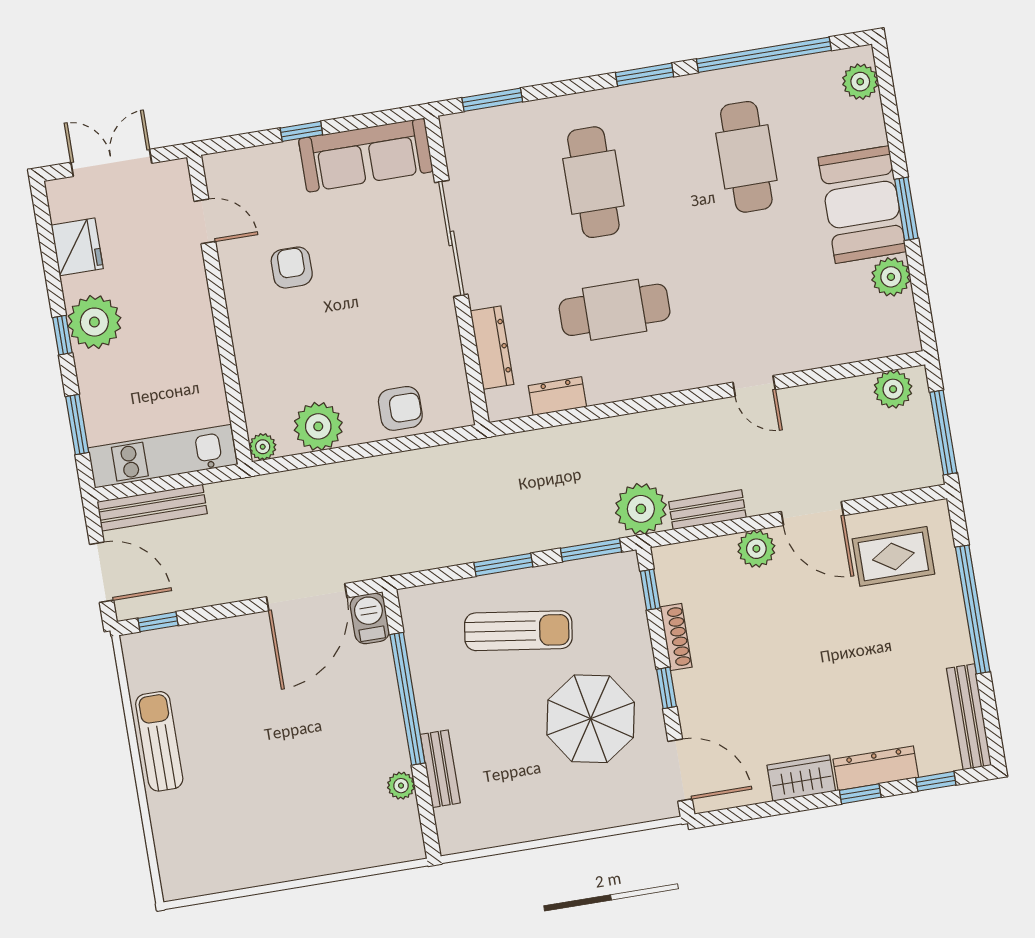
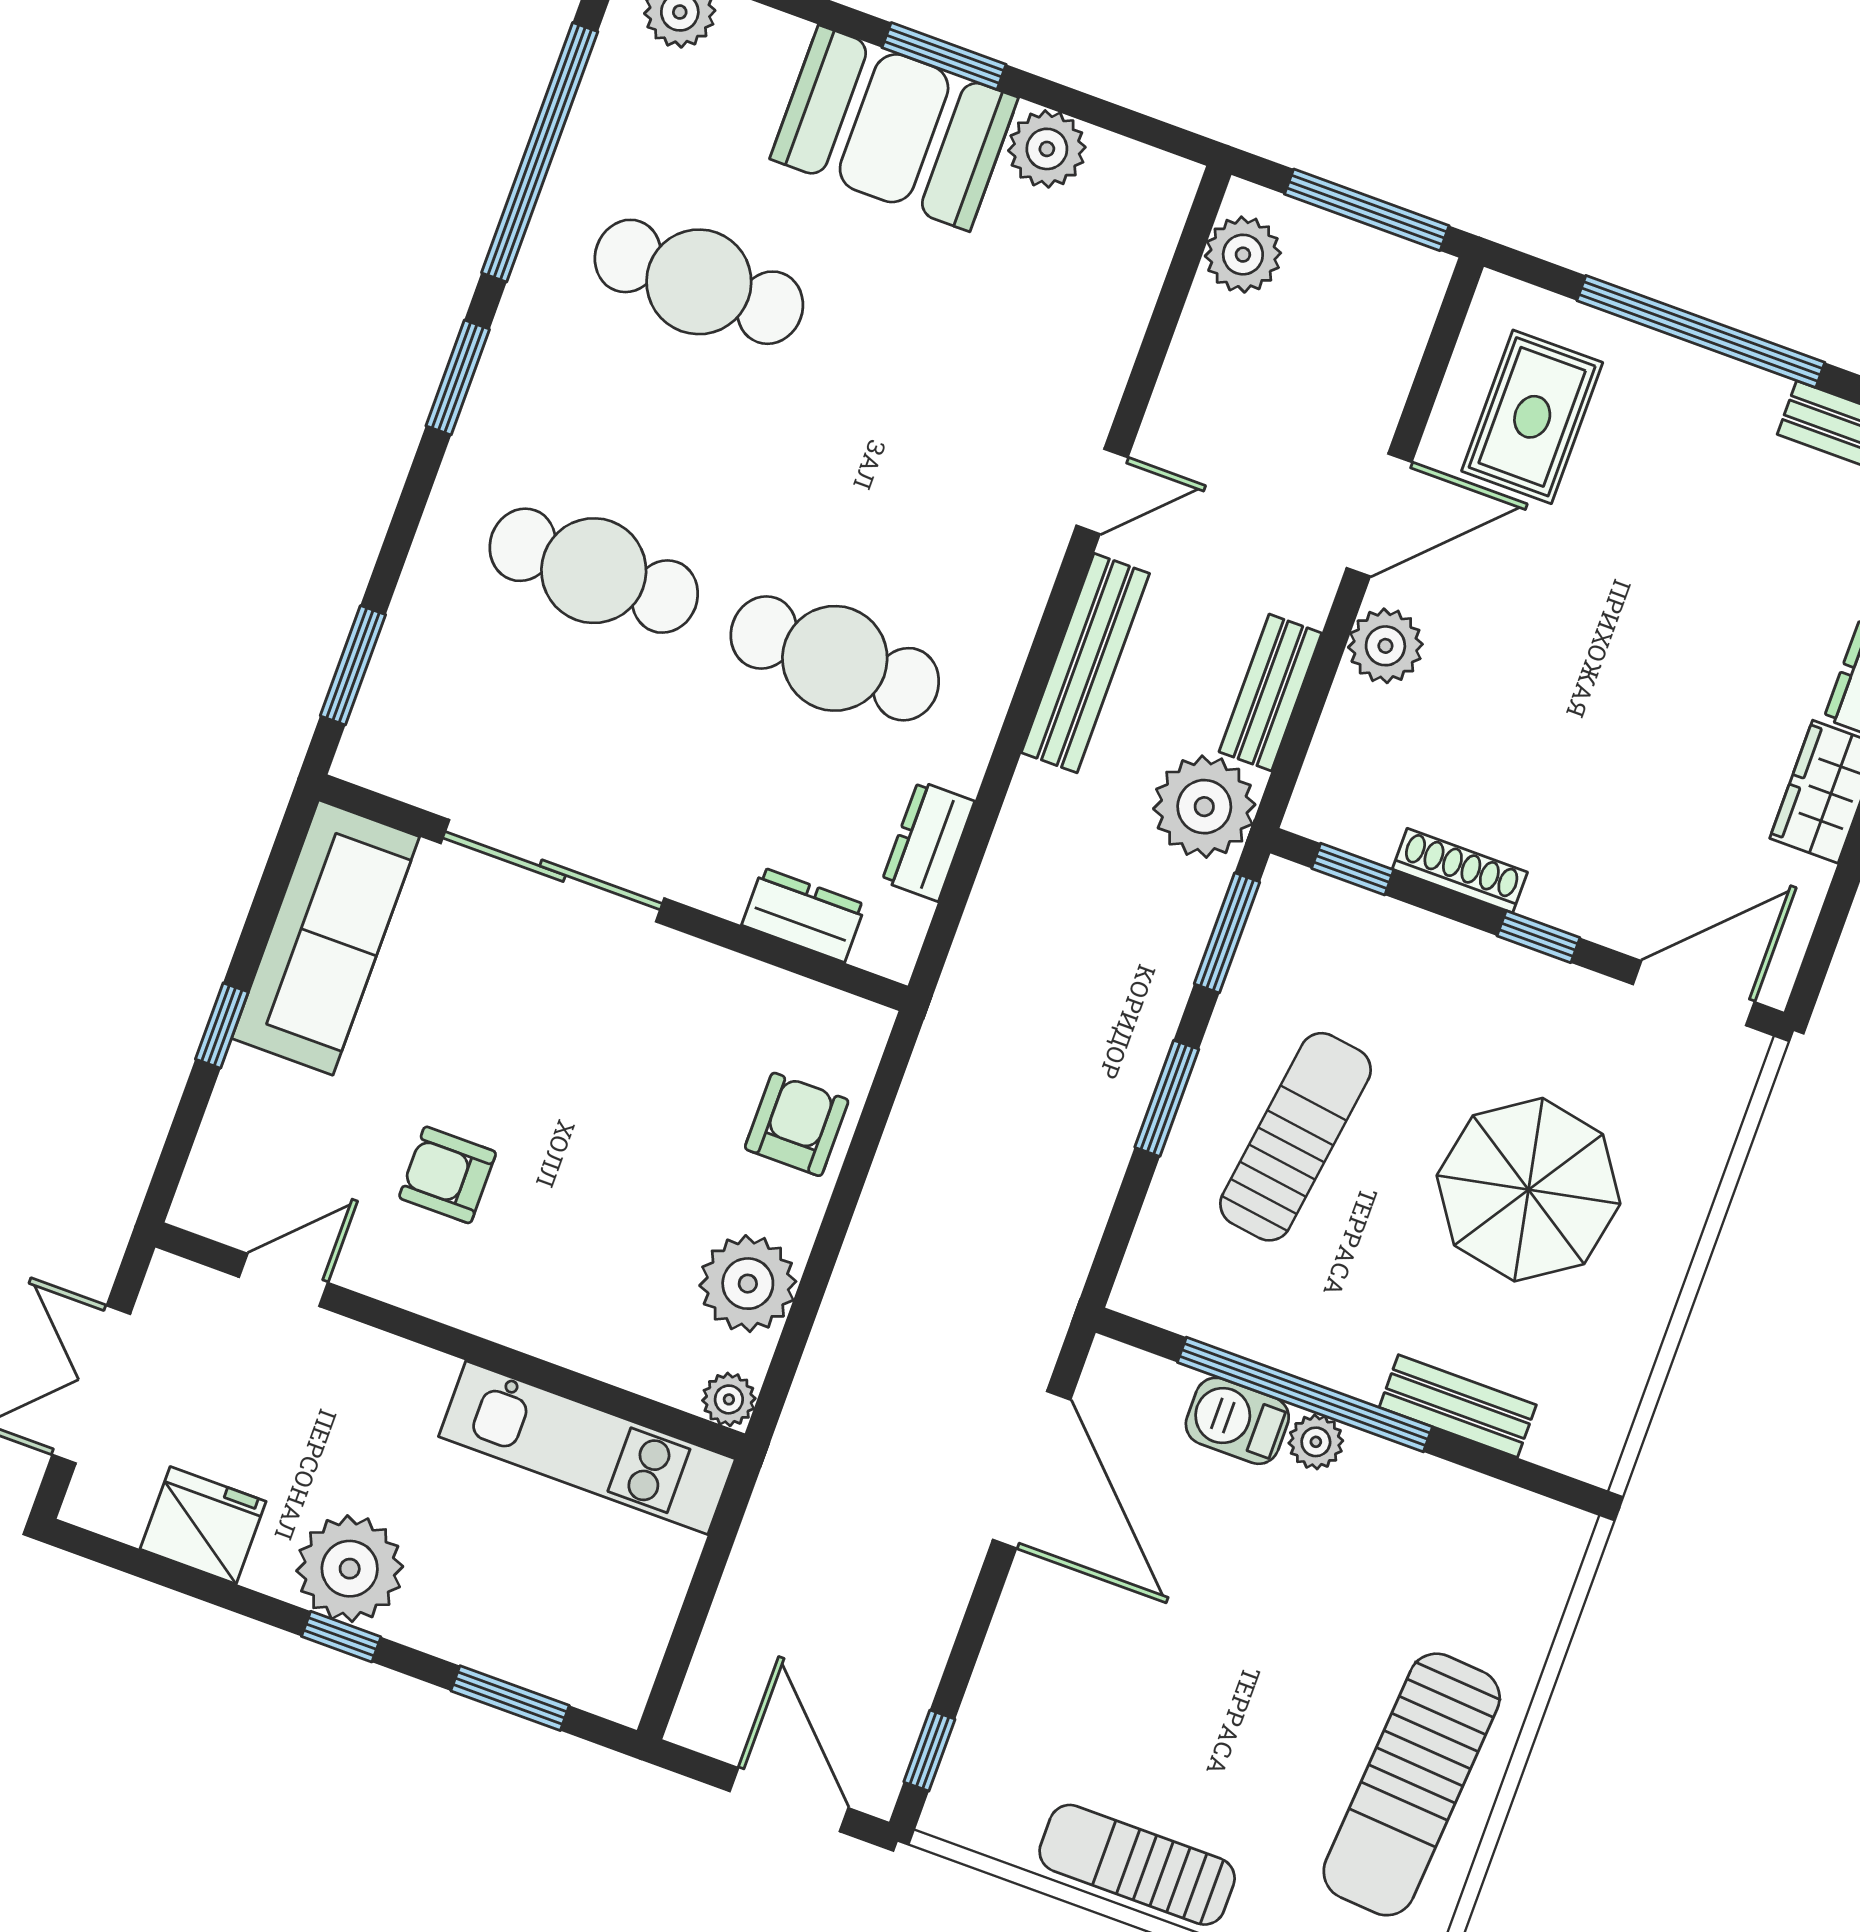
cafe table: (615, 310) -> (835, 658), turned 90
dresser: (492, 348) -> (804, 915), width x0.70
kitchen unit: (163, 456) -> (587, 1448), moved, turned -90
bench: (152, 508) -> (1085, 663), moved
door: (102, 572) -> (789, 1800), hinge flipped
barbecue: (370, 618) -> (1237, 1421), moved
parasol: (591, 719) -> (1528, 1190), moved
plant: (401, 786) -> (1316, 1442), moved
sun lounger: (263, 842) -> (1412, 1784), added

